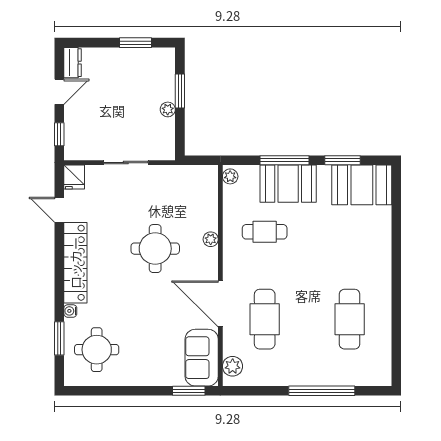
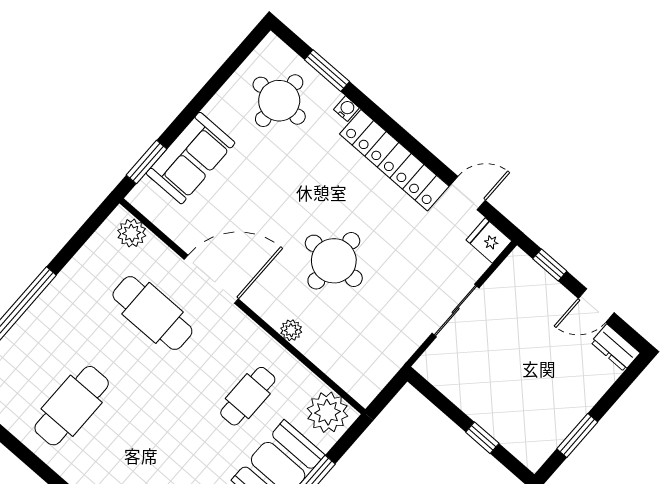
window: (180, 91) -> (482, 438), width x0.67
door: (59, 92) -> (596, 305), hinge flipped
plant: (168, 109) -> (474, 407), removed
plant: (230, 176) -> (328, 412), width x1.87, depth x1.87
cafe table: (350, 319) -> (72, 406), turned 90
sofa: (202, 358) -> (191, 158), moved, turned 90

